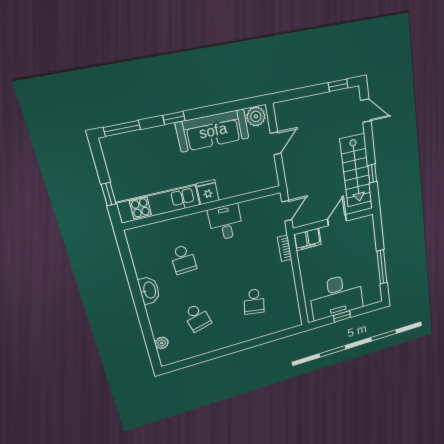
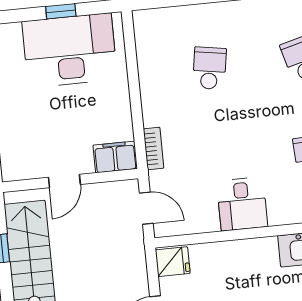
fridge: (208, 192) -> (173, 262), moved, turned -90
door: (287, 211) -> (146, 208), swing flipped

